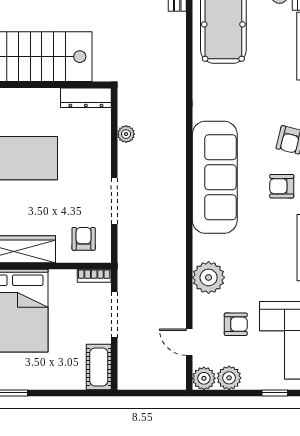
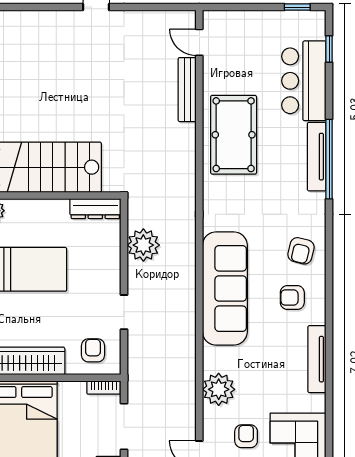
plant: (126, 134) -> (143, 245), width x1.87, depth x1.87
doorway: (114, 201) -> (124, 312), width x0.73
armchair: (236, 324) -> (246, 436), turned -90

